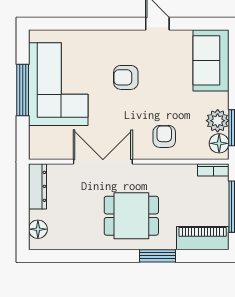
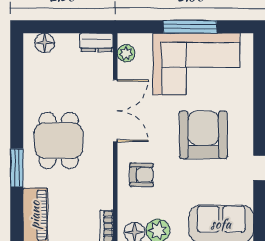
armchair: (126, 77) -> (203, 135), width x1.88, depth x1.88
plant: (48, 151) -> (126, 53), added
dresser: (37, 186) -> (97, 42), width x0.70

